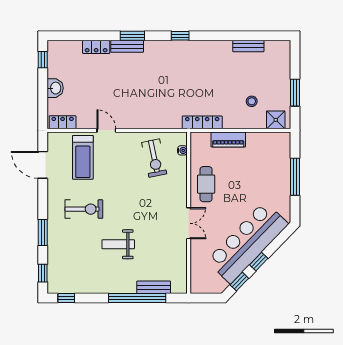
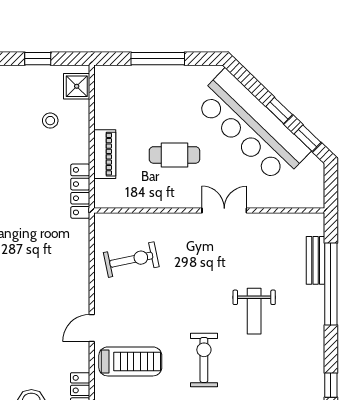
window: (295, 93) -> (38, 59), width x0.67
water cooler: (182, 150) -> (120, 219), removed
cafe table: (206, 184) -> (174, 155), moved

